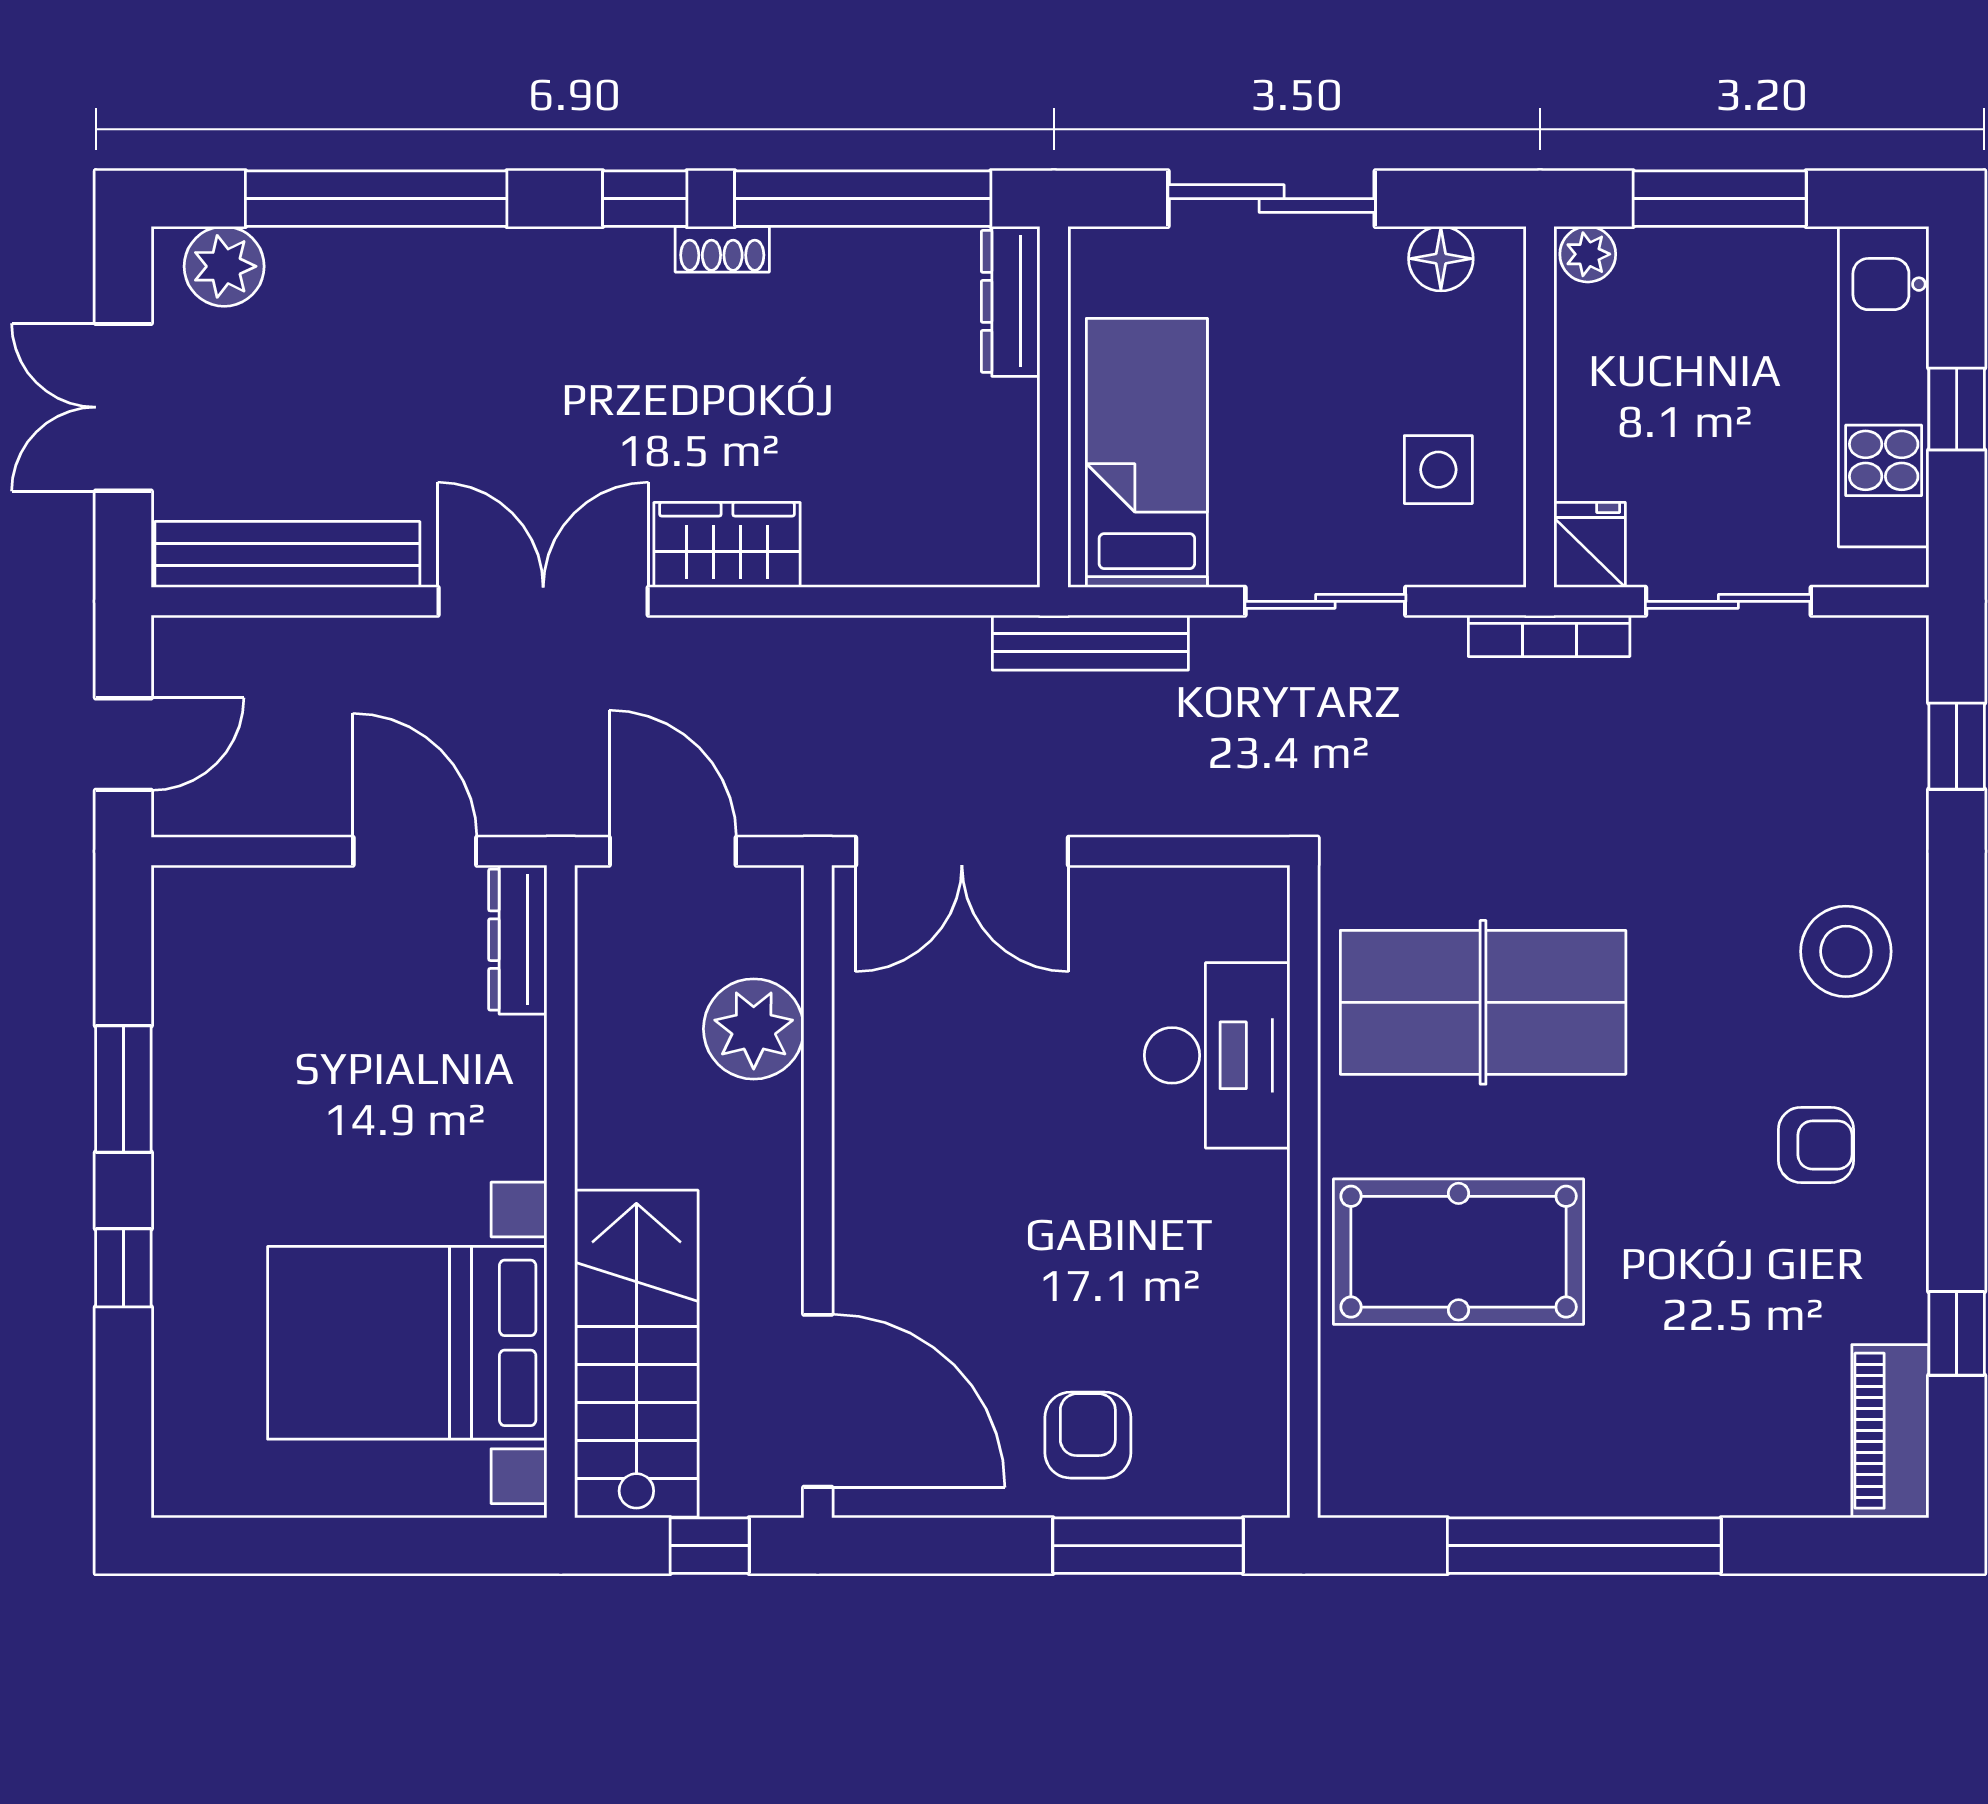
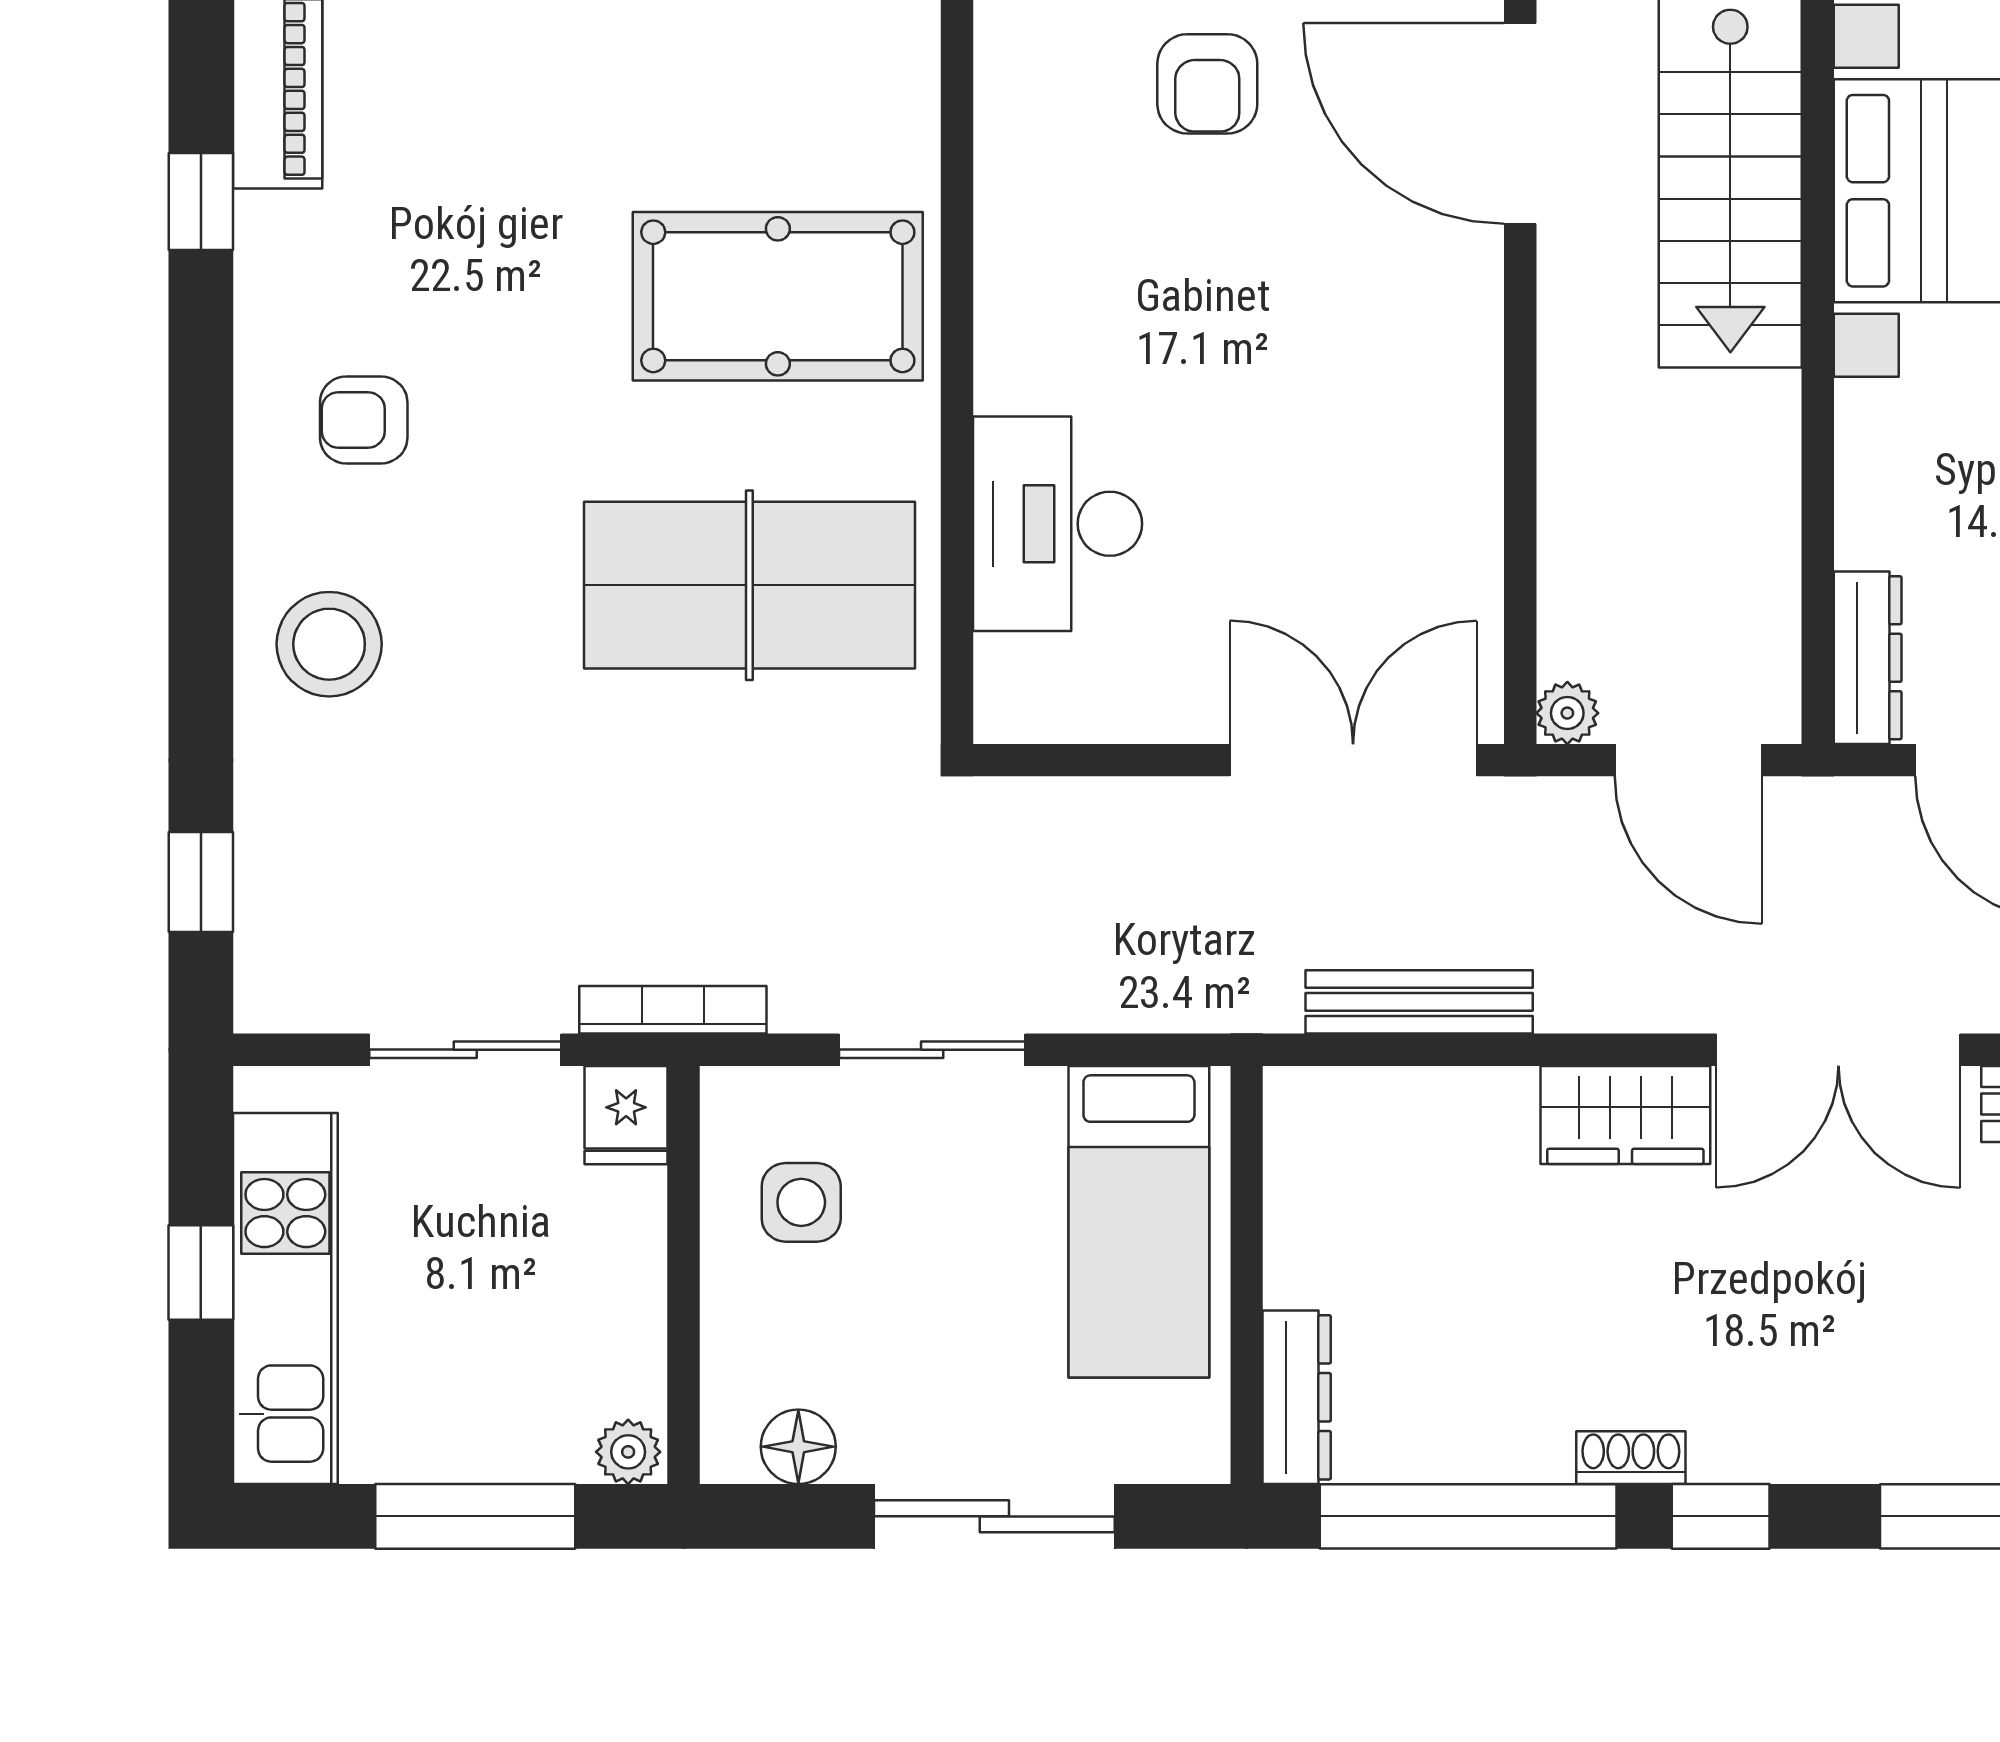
bench: (1090, 643) -> (1419, 1002), moved
plant: (754, 1029) -> (1567, 713), moved, width x0.53, depth x0.53

